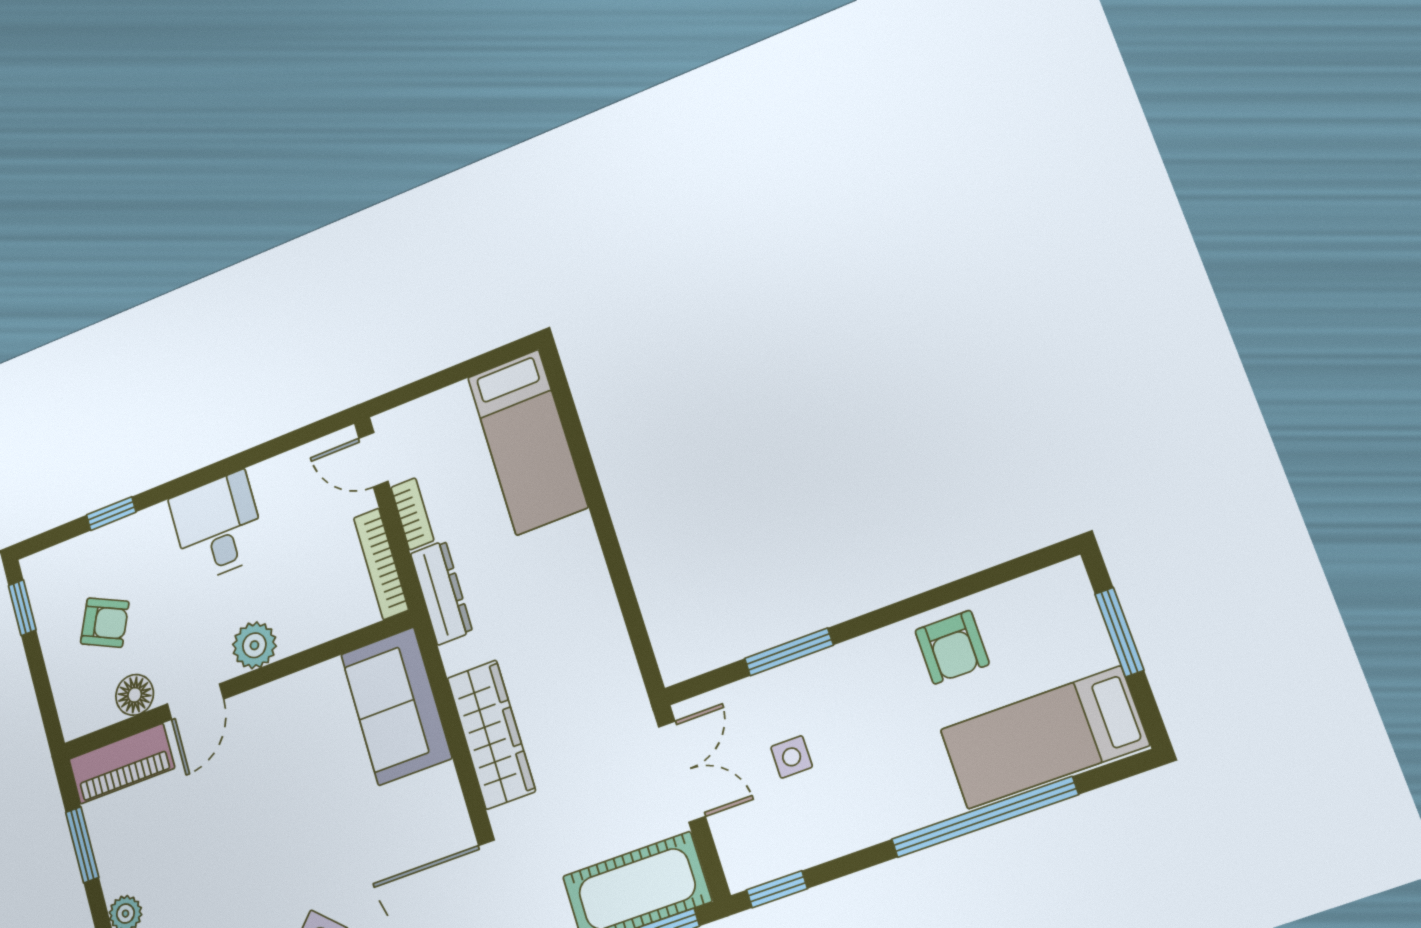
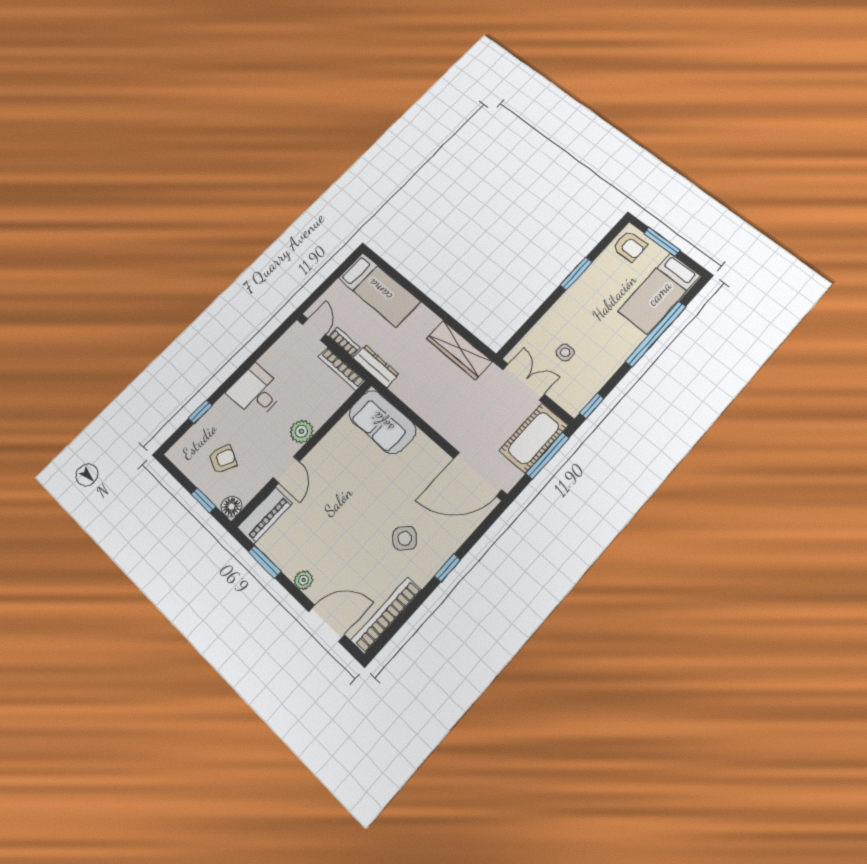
door: (374, 460) -> (314, 330), swing flipped
window: (22, 608) -> (203, 500), moved
armchair: (952, 647) -> (630, 246), moved
window: (789, 652) -> (576, 273), moved
floor lamp: (135, 695) -> (231, 507), moved
wardrobe: (491, 734) -> (459, 350), moved, turned 180

